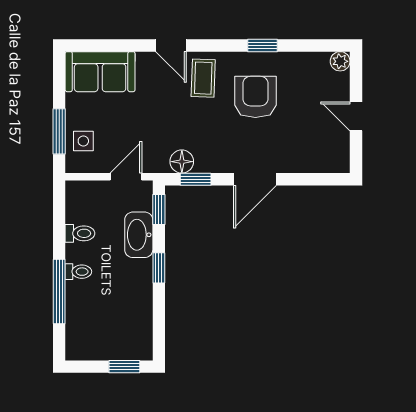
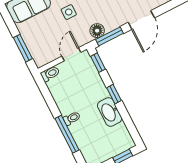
side table: (83, 141) -> (69, 12), moved
window: (196, 179) -> (109, 36), width x1.50
toilet: (80, 233) -> (50, 74), moved
washbasin: (139, 235) -> (110, 112), moved

